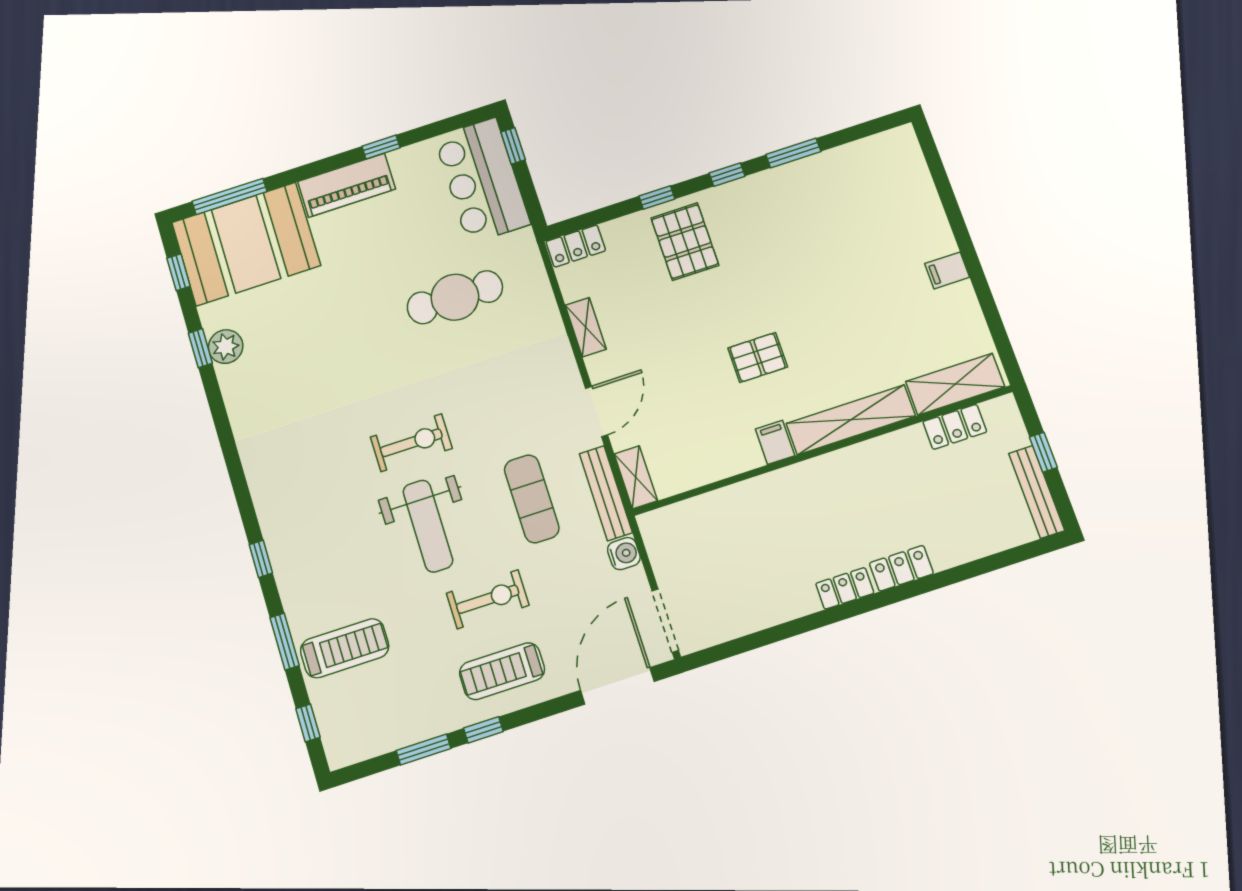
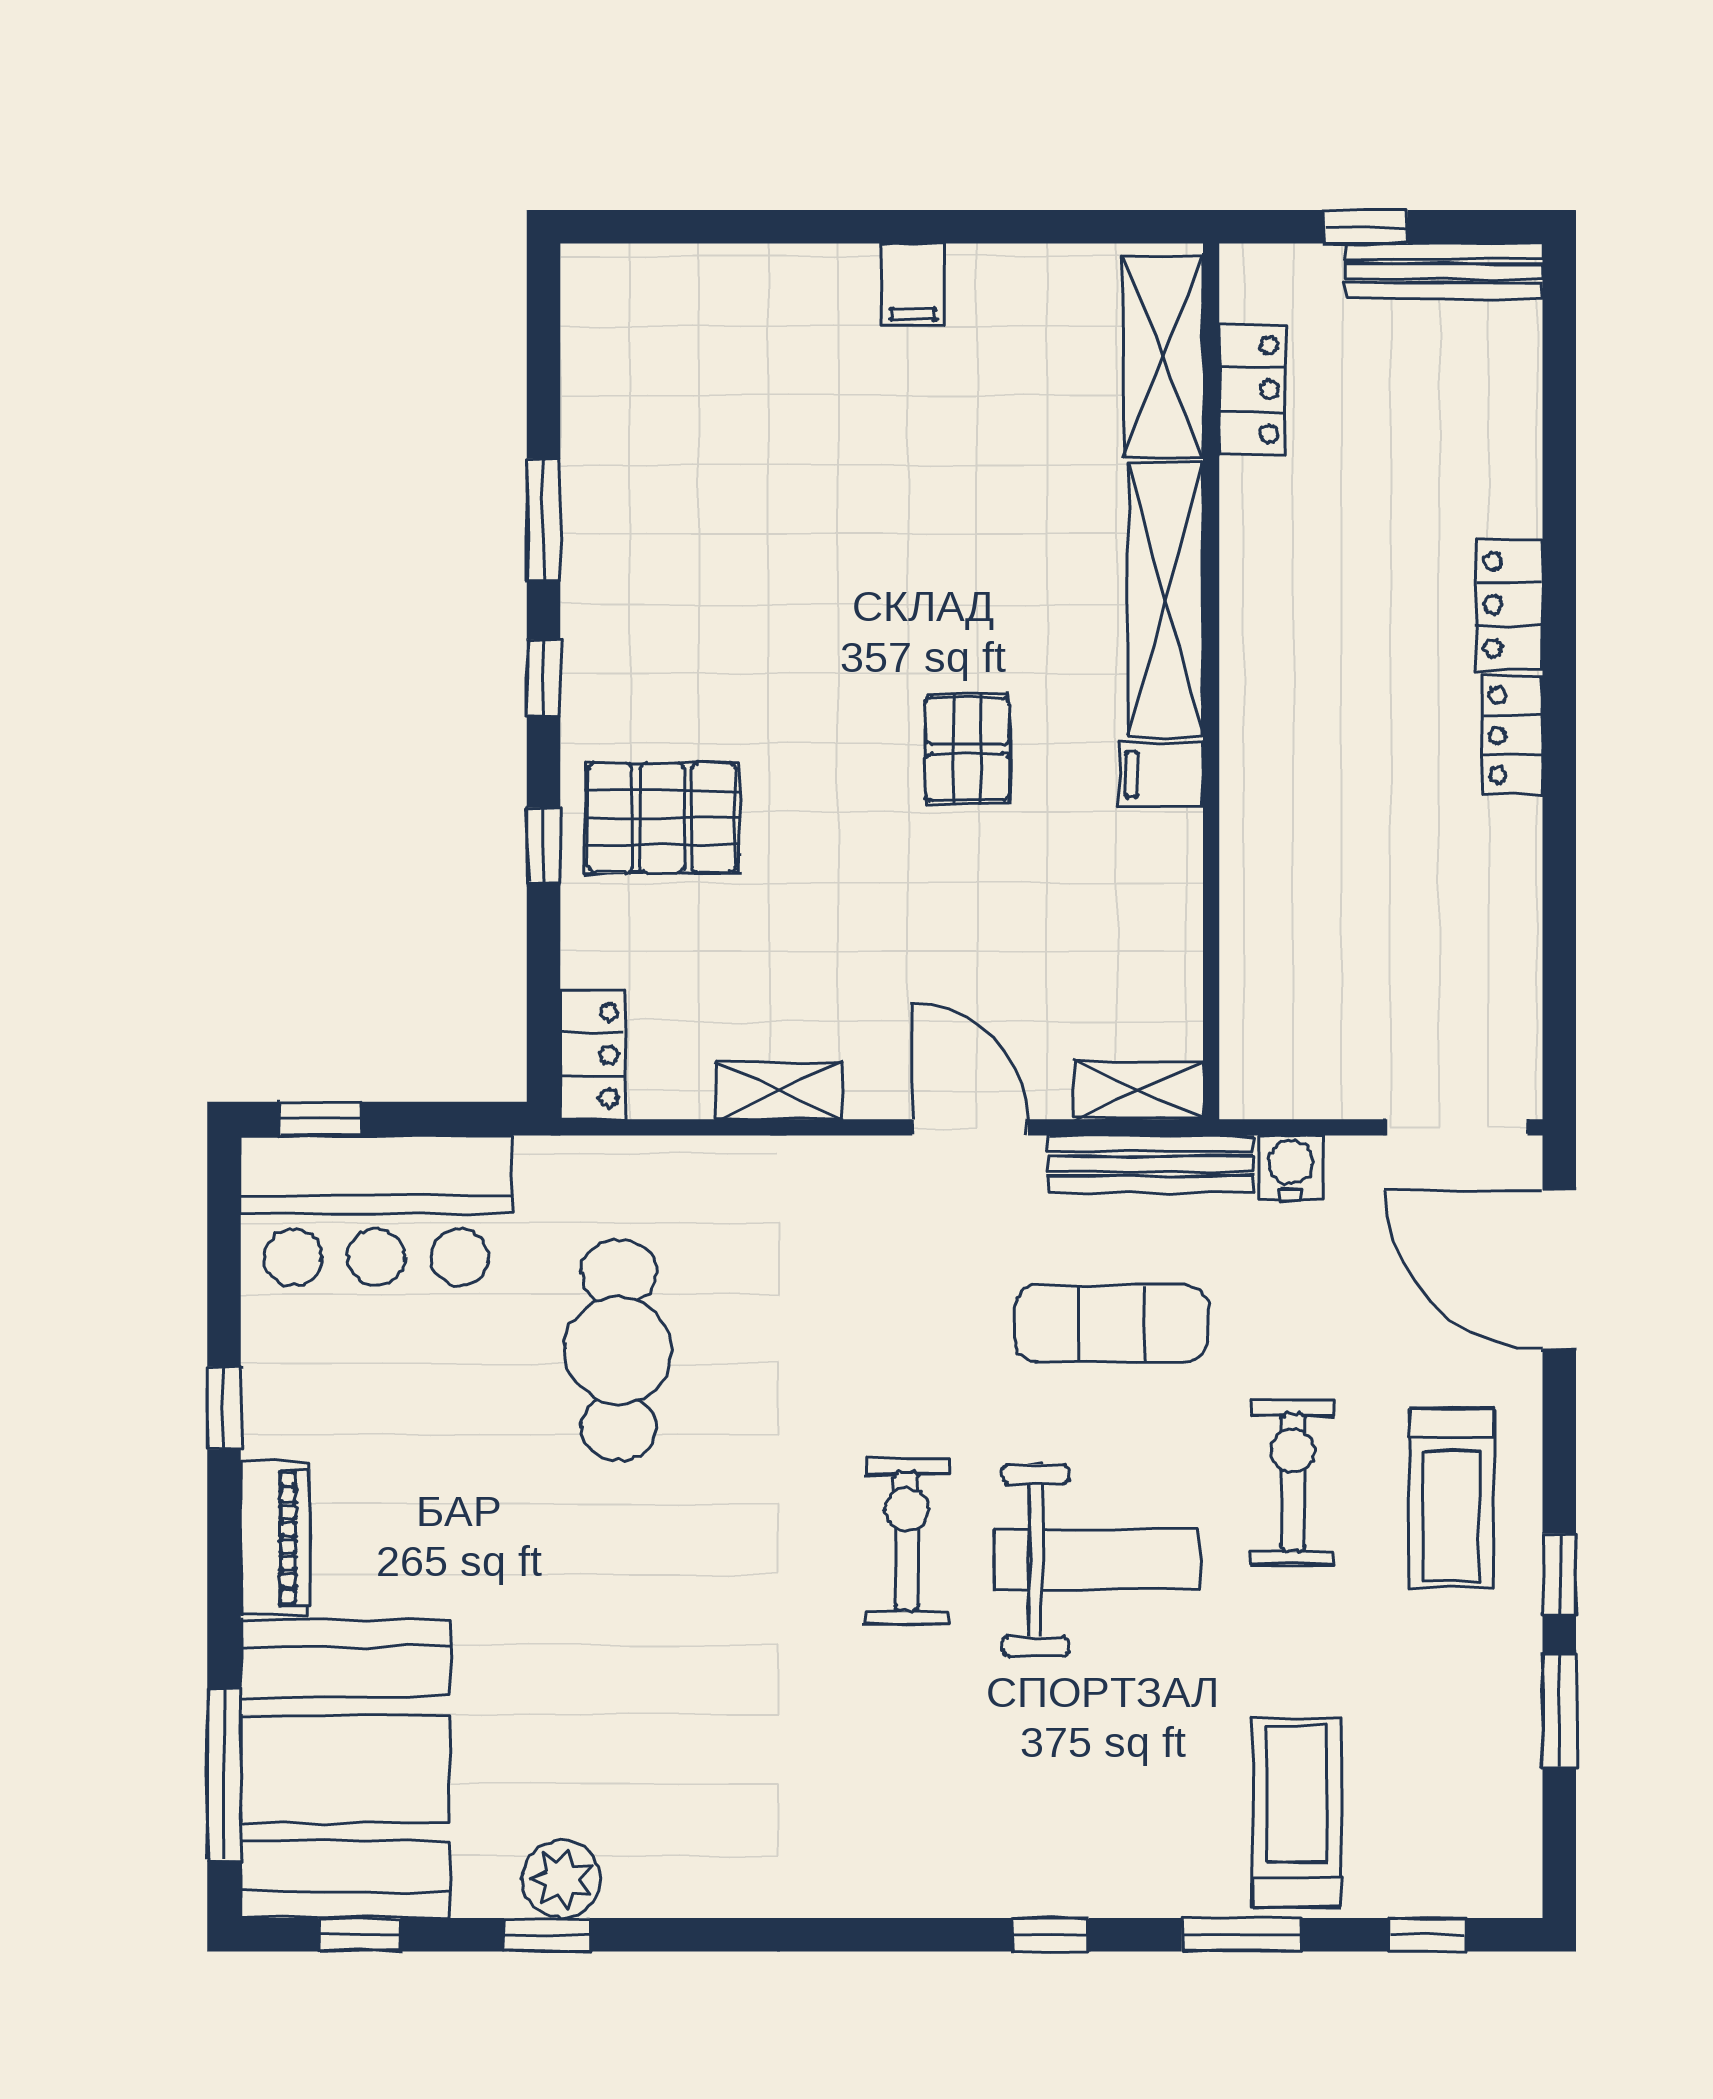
piano: (347, 185) -> (275, 1538), width x0.73, depth x0.75

